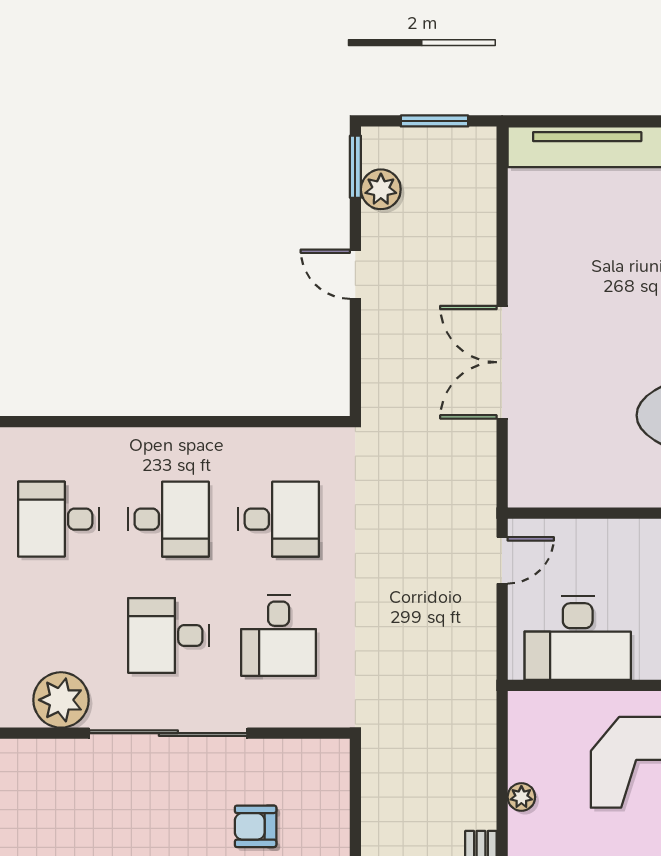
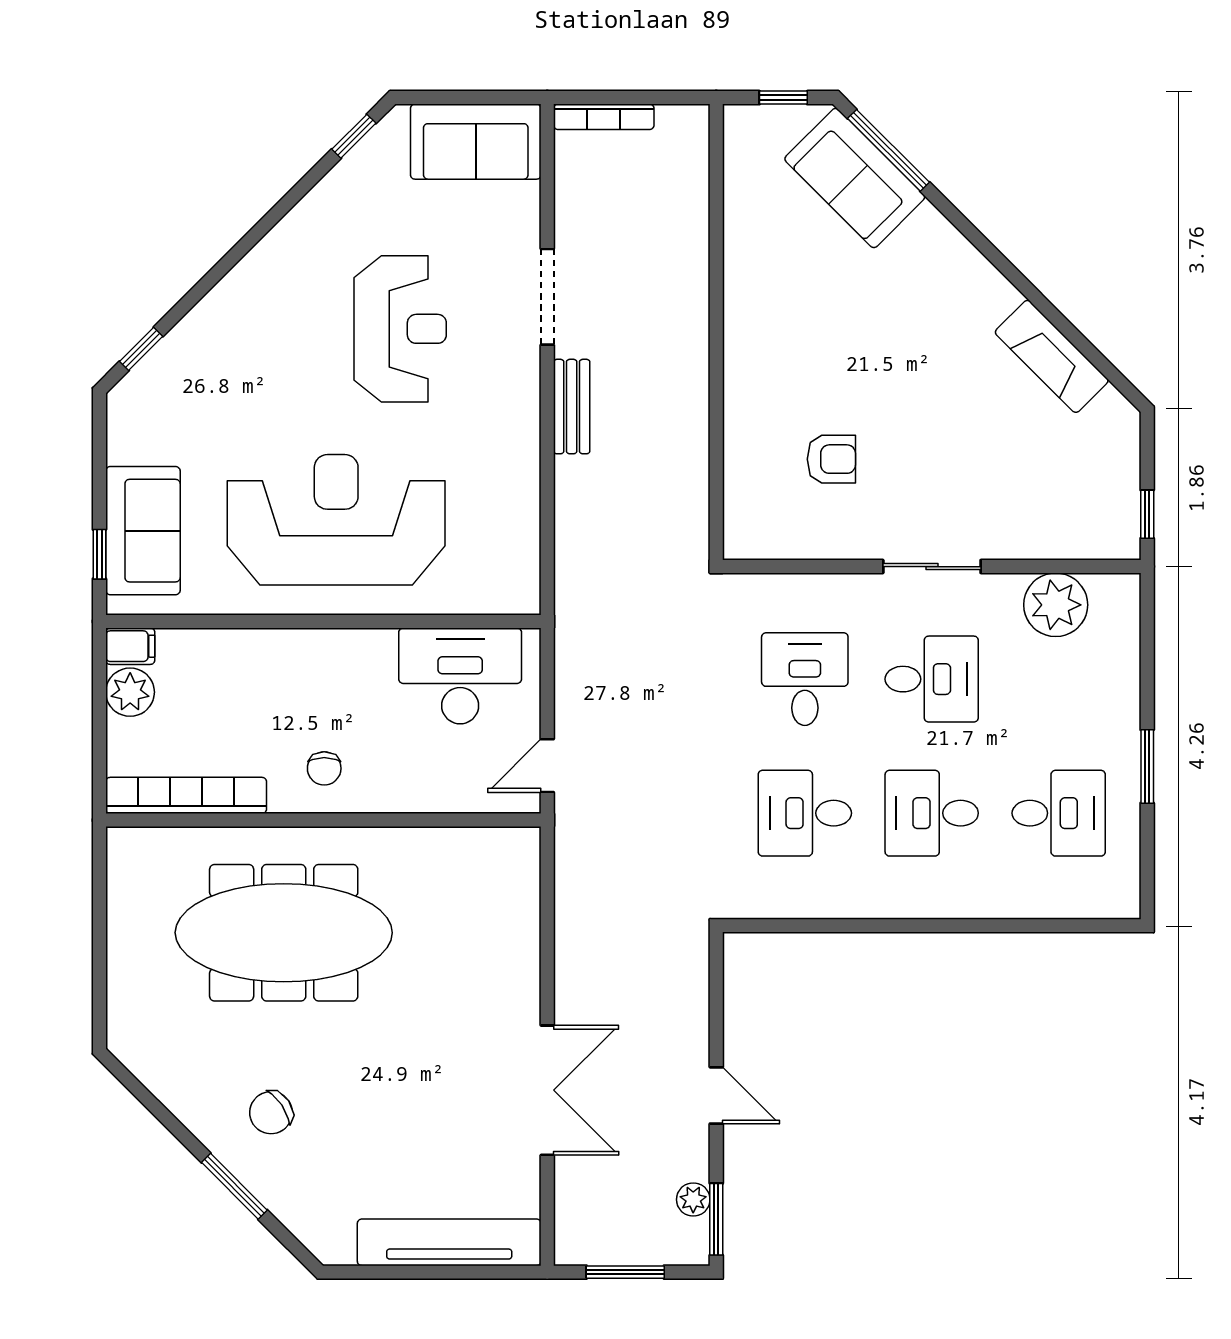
plant: (381, 189) -> (693, 1200), width x0.73, depth x0.73
double door: (502, 362) -> (547, 1090), moved
sliding door: (168, 733) -> (932, 567), width x0.54
plant: (521, 797) -> (525, 493), removed

